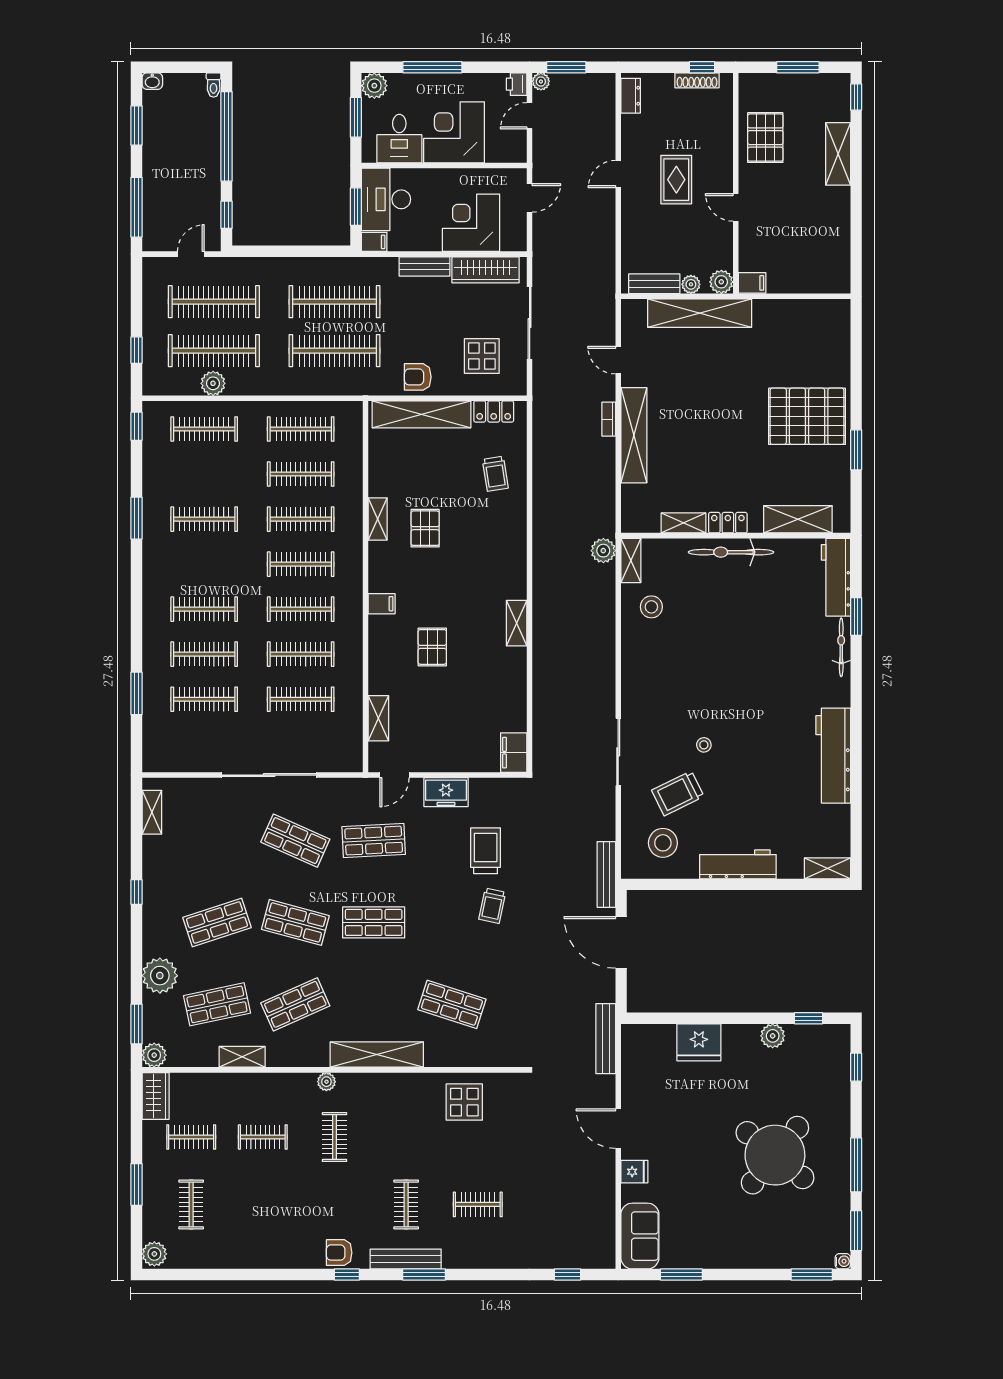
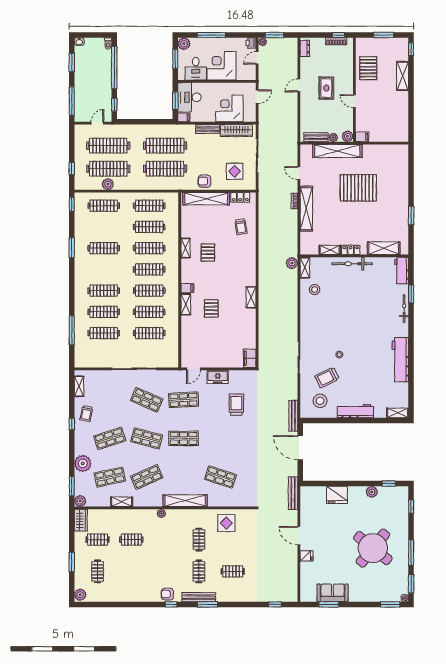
pallet: (807, 416) -> (358, 188), moved
workbench: (836, 577) -> (402, 271), width x0.73
window: (136, 693) -> (72, 330), width x1.44
shelving: (378, 718) -> (186, 304), moved
trolley: (492, 906) -> (86, 414), moved
clothes rail: (334, 1137) -> (199, 540), moved
sofa: (640, 1236) -> (333, 593), moved, turned -90

